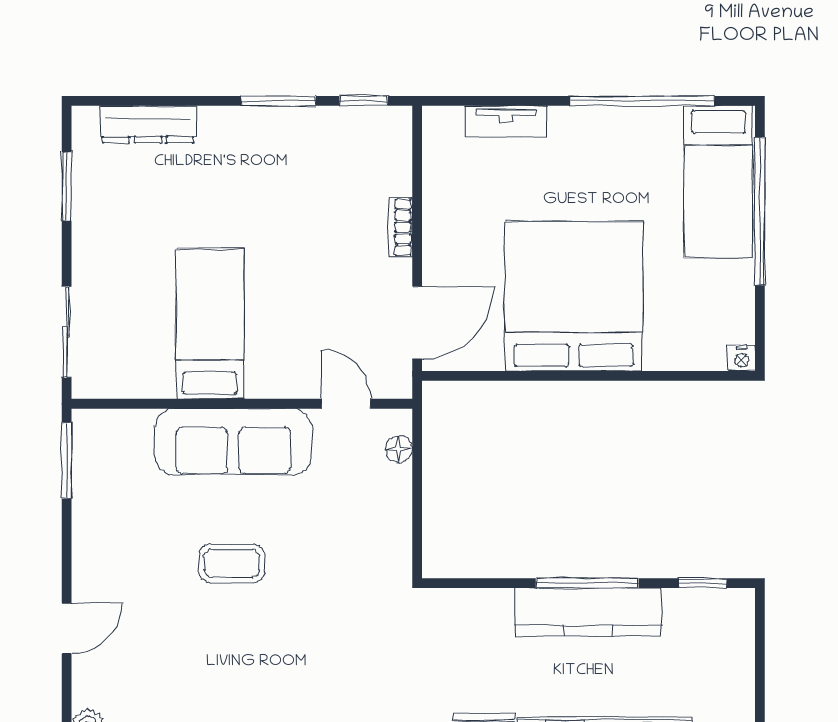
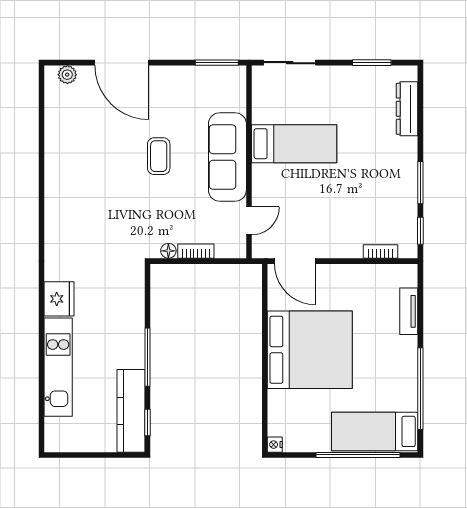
bookcase: (400, 227) -> (380, 252), moved
floor lamp: (399, 449) -> (168, 251), moved
bookcase: (400, 498) -> (196, 251), added
kitchen counter: (588, 612) -> (131, 411), moved
door: (67, 628) -> (122, 63), width x1.87

